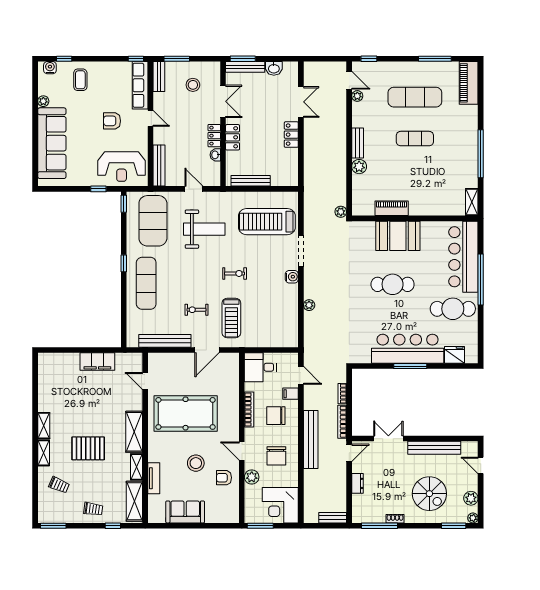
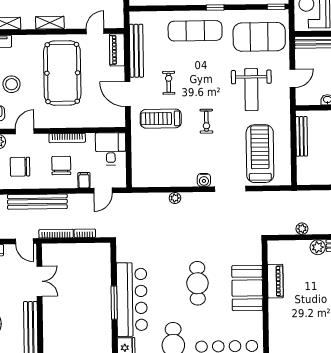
plant: (341, 212) -> (302, 229), moved
piano: (164, 360) -> (117, 50), added
shelving: (134, 432) -> (50, 23), width x0.67, depth x0.75

